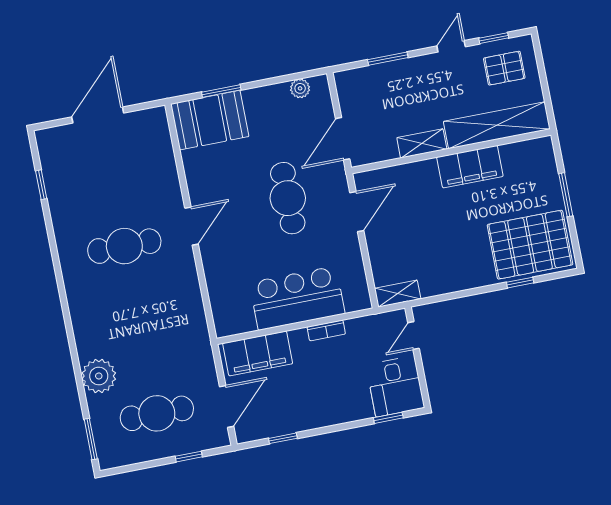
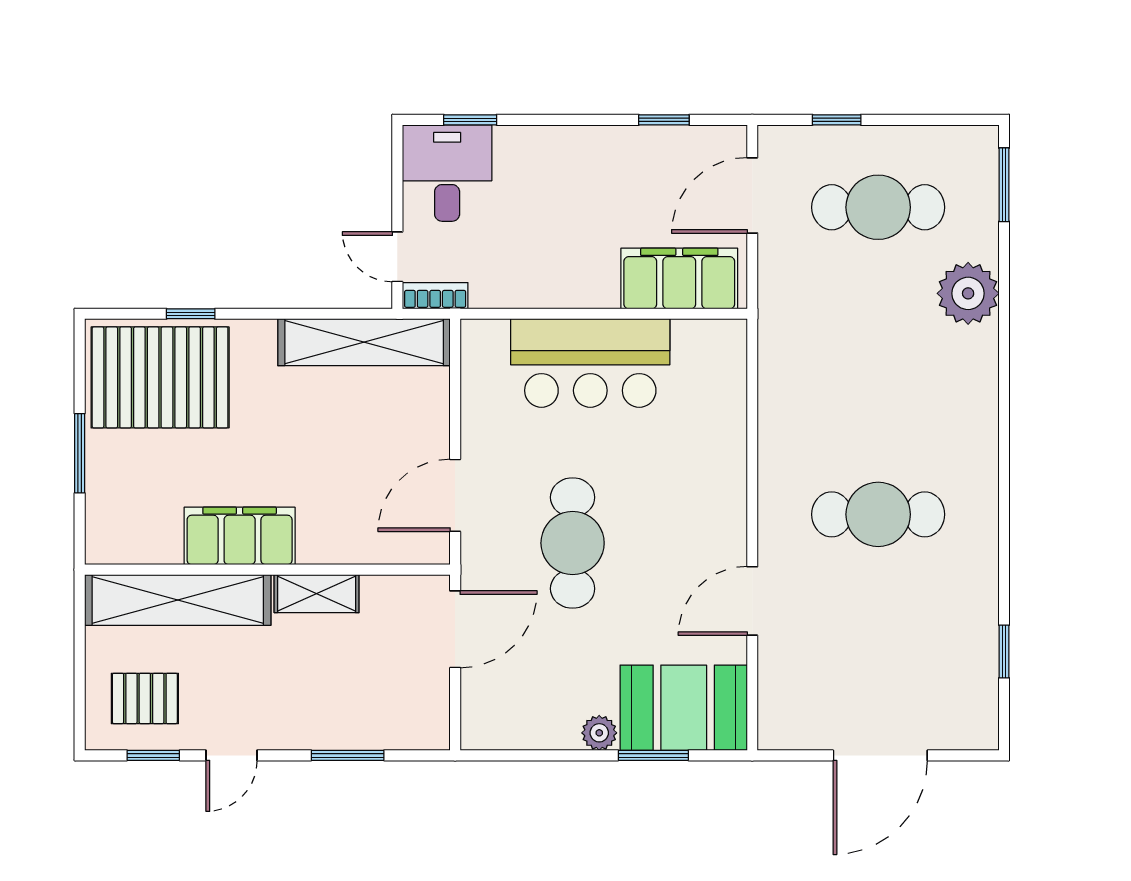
plant: (300, 88) -> (599, 733), moved
door: (192, 226) -> (752, 601), moved
shelving: (398, 294) -> (364, 342), width x2.20, depth x1.33
bookcase: (326, 330) -> (435, 296), moved
door: (414, 336) -> (397, 257), swing flipped

